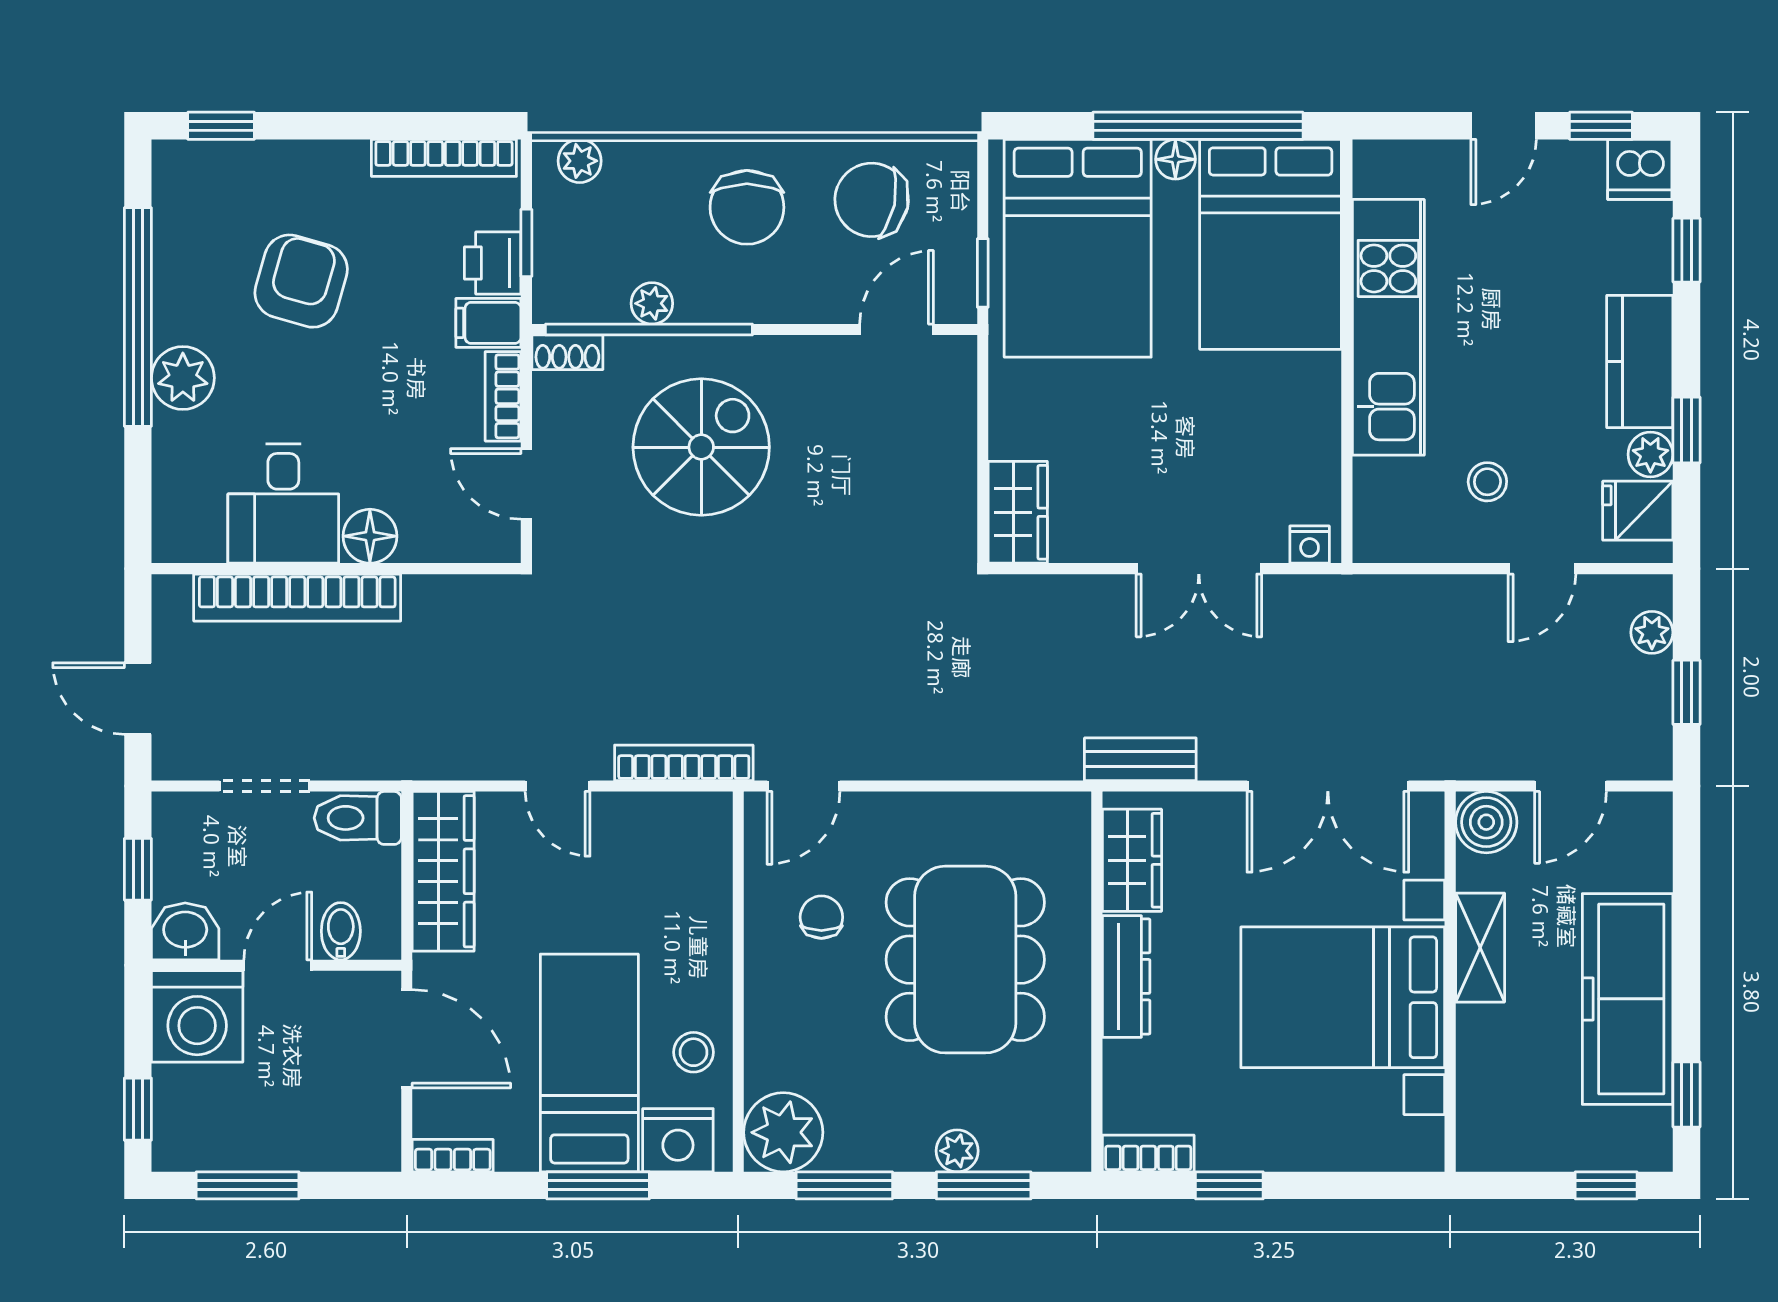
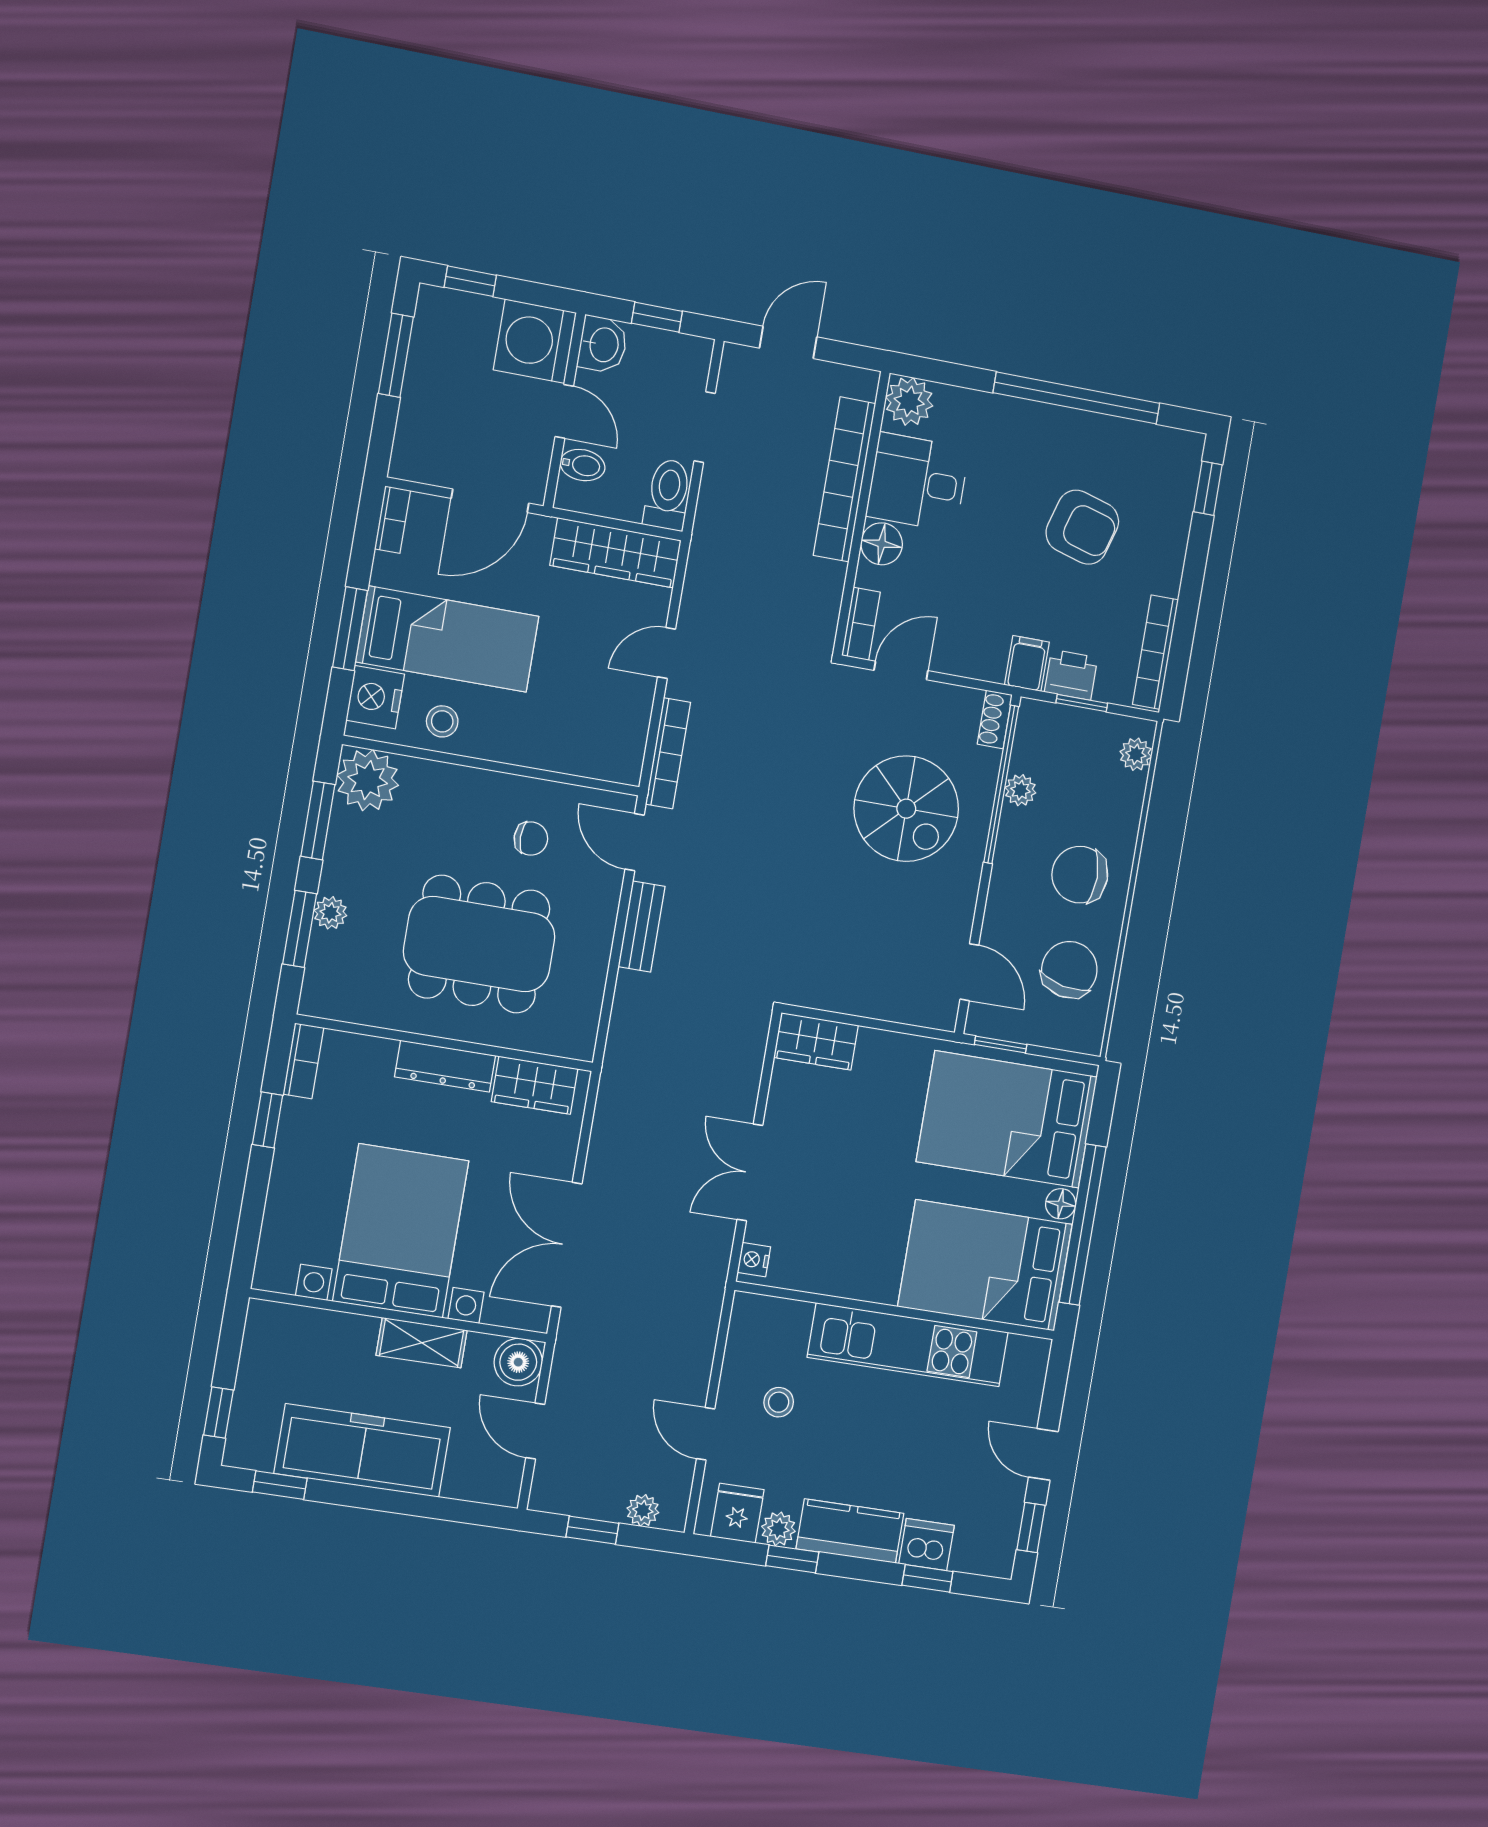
dishwasher: (1640, 169) -> (927, 1545), moved, turned 90
plant: (183, 378) -> (909, 401), moved
bookcase: (503, 396) -> (861, 624), moved, turned 90
bench: (1140, 759) -> (642, 927), moved

